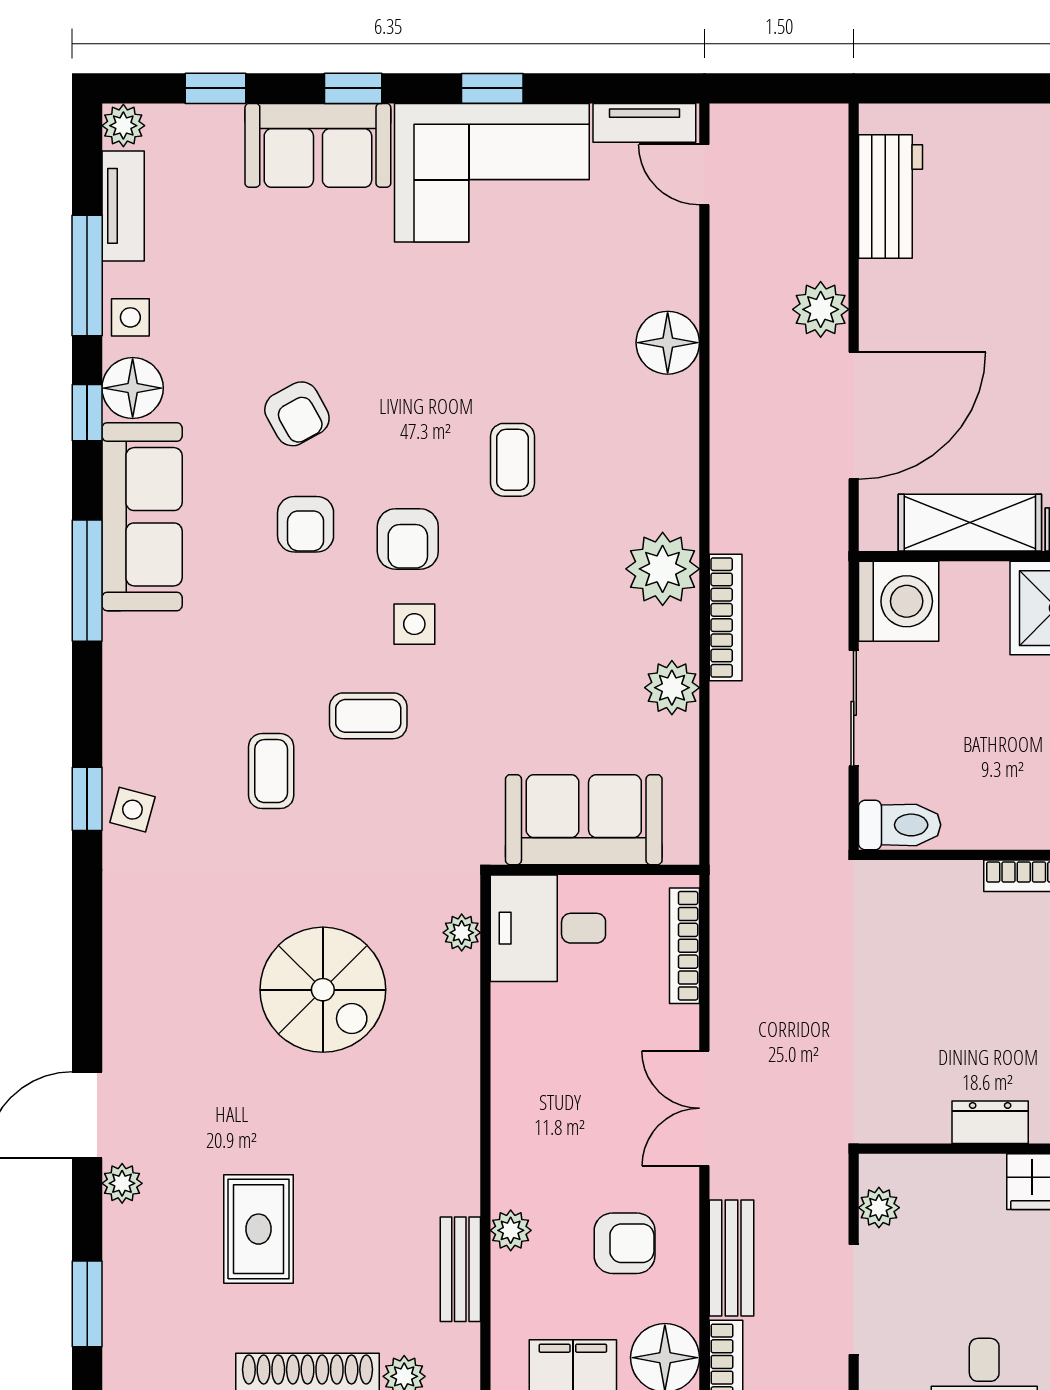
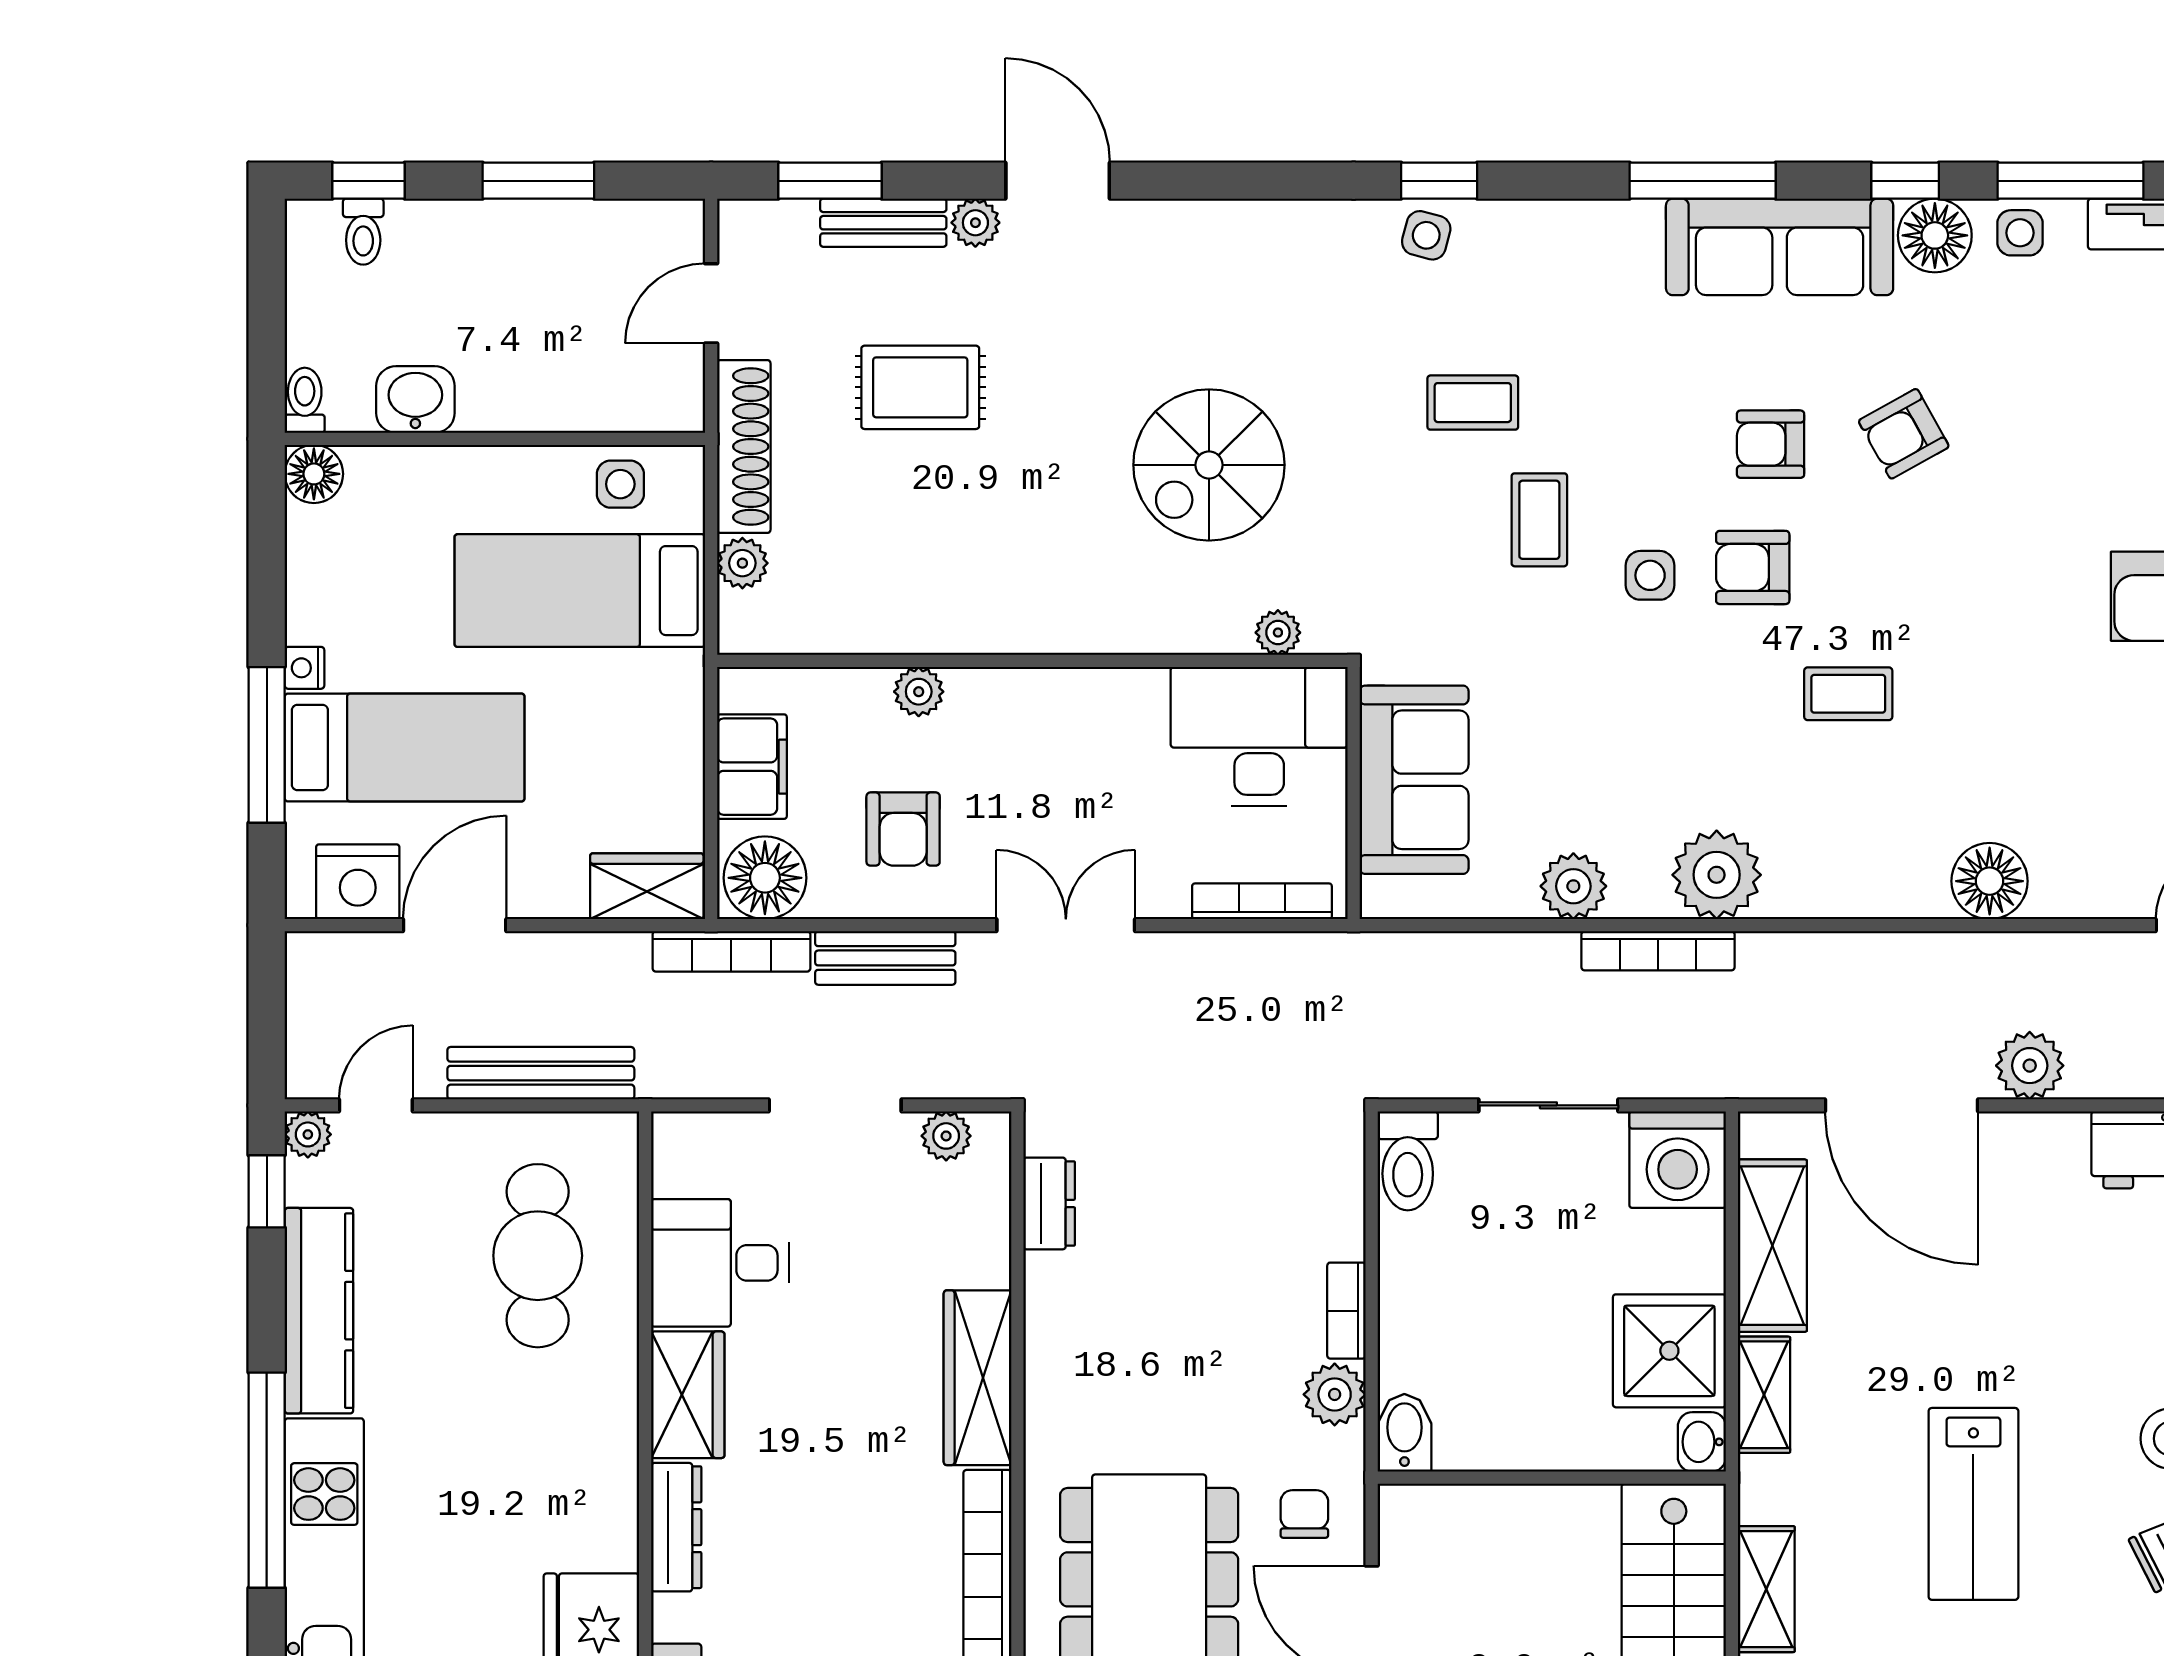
desk: (548, 928) -> (1259, 736), width x1.37
dresser: (990, 1122) -> (1049, 1203), moved
bench: (460, 1269) -> (883, 223), moved

